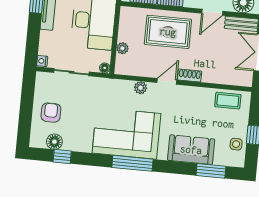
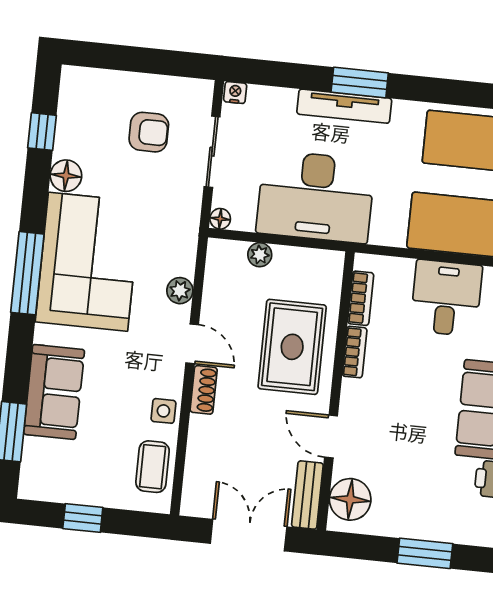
armchair: (51, 113) -> (149, 132), moved
floor lamp: (54, 142) -> (66, 176), moved
side table: (236, 144) -> (163, 411), moved

